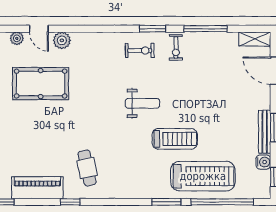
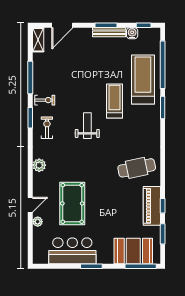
plant: (62, 40) -> (39, 165), moved
cafe table: (87, 168) -> (137, 168), width x1.37, depth x1.35
window: (70, 202) -> (163, 206), moved

